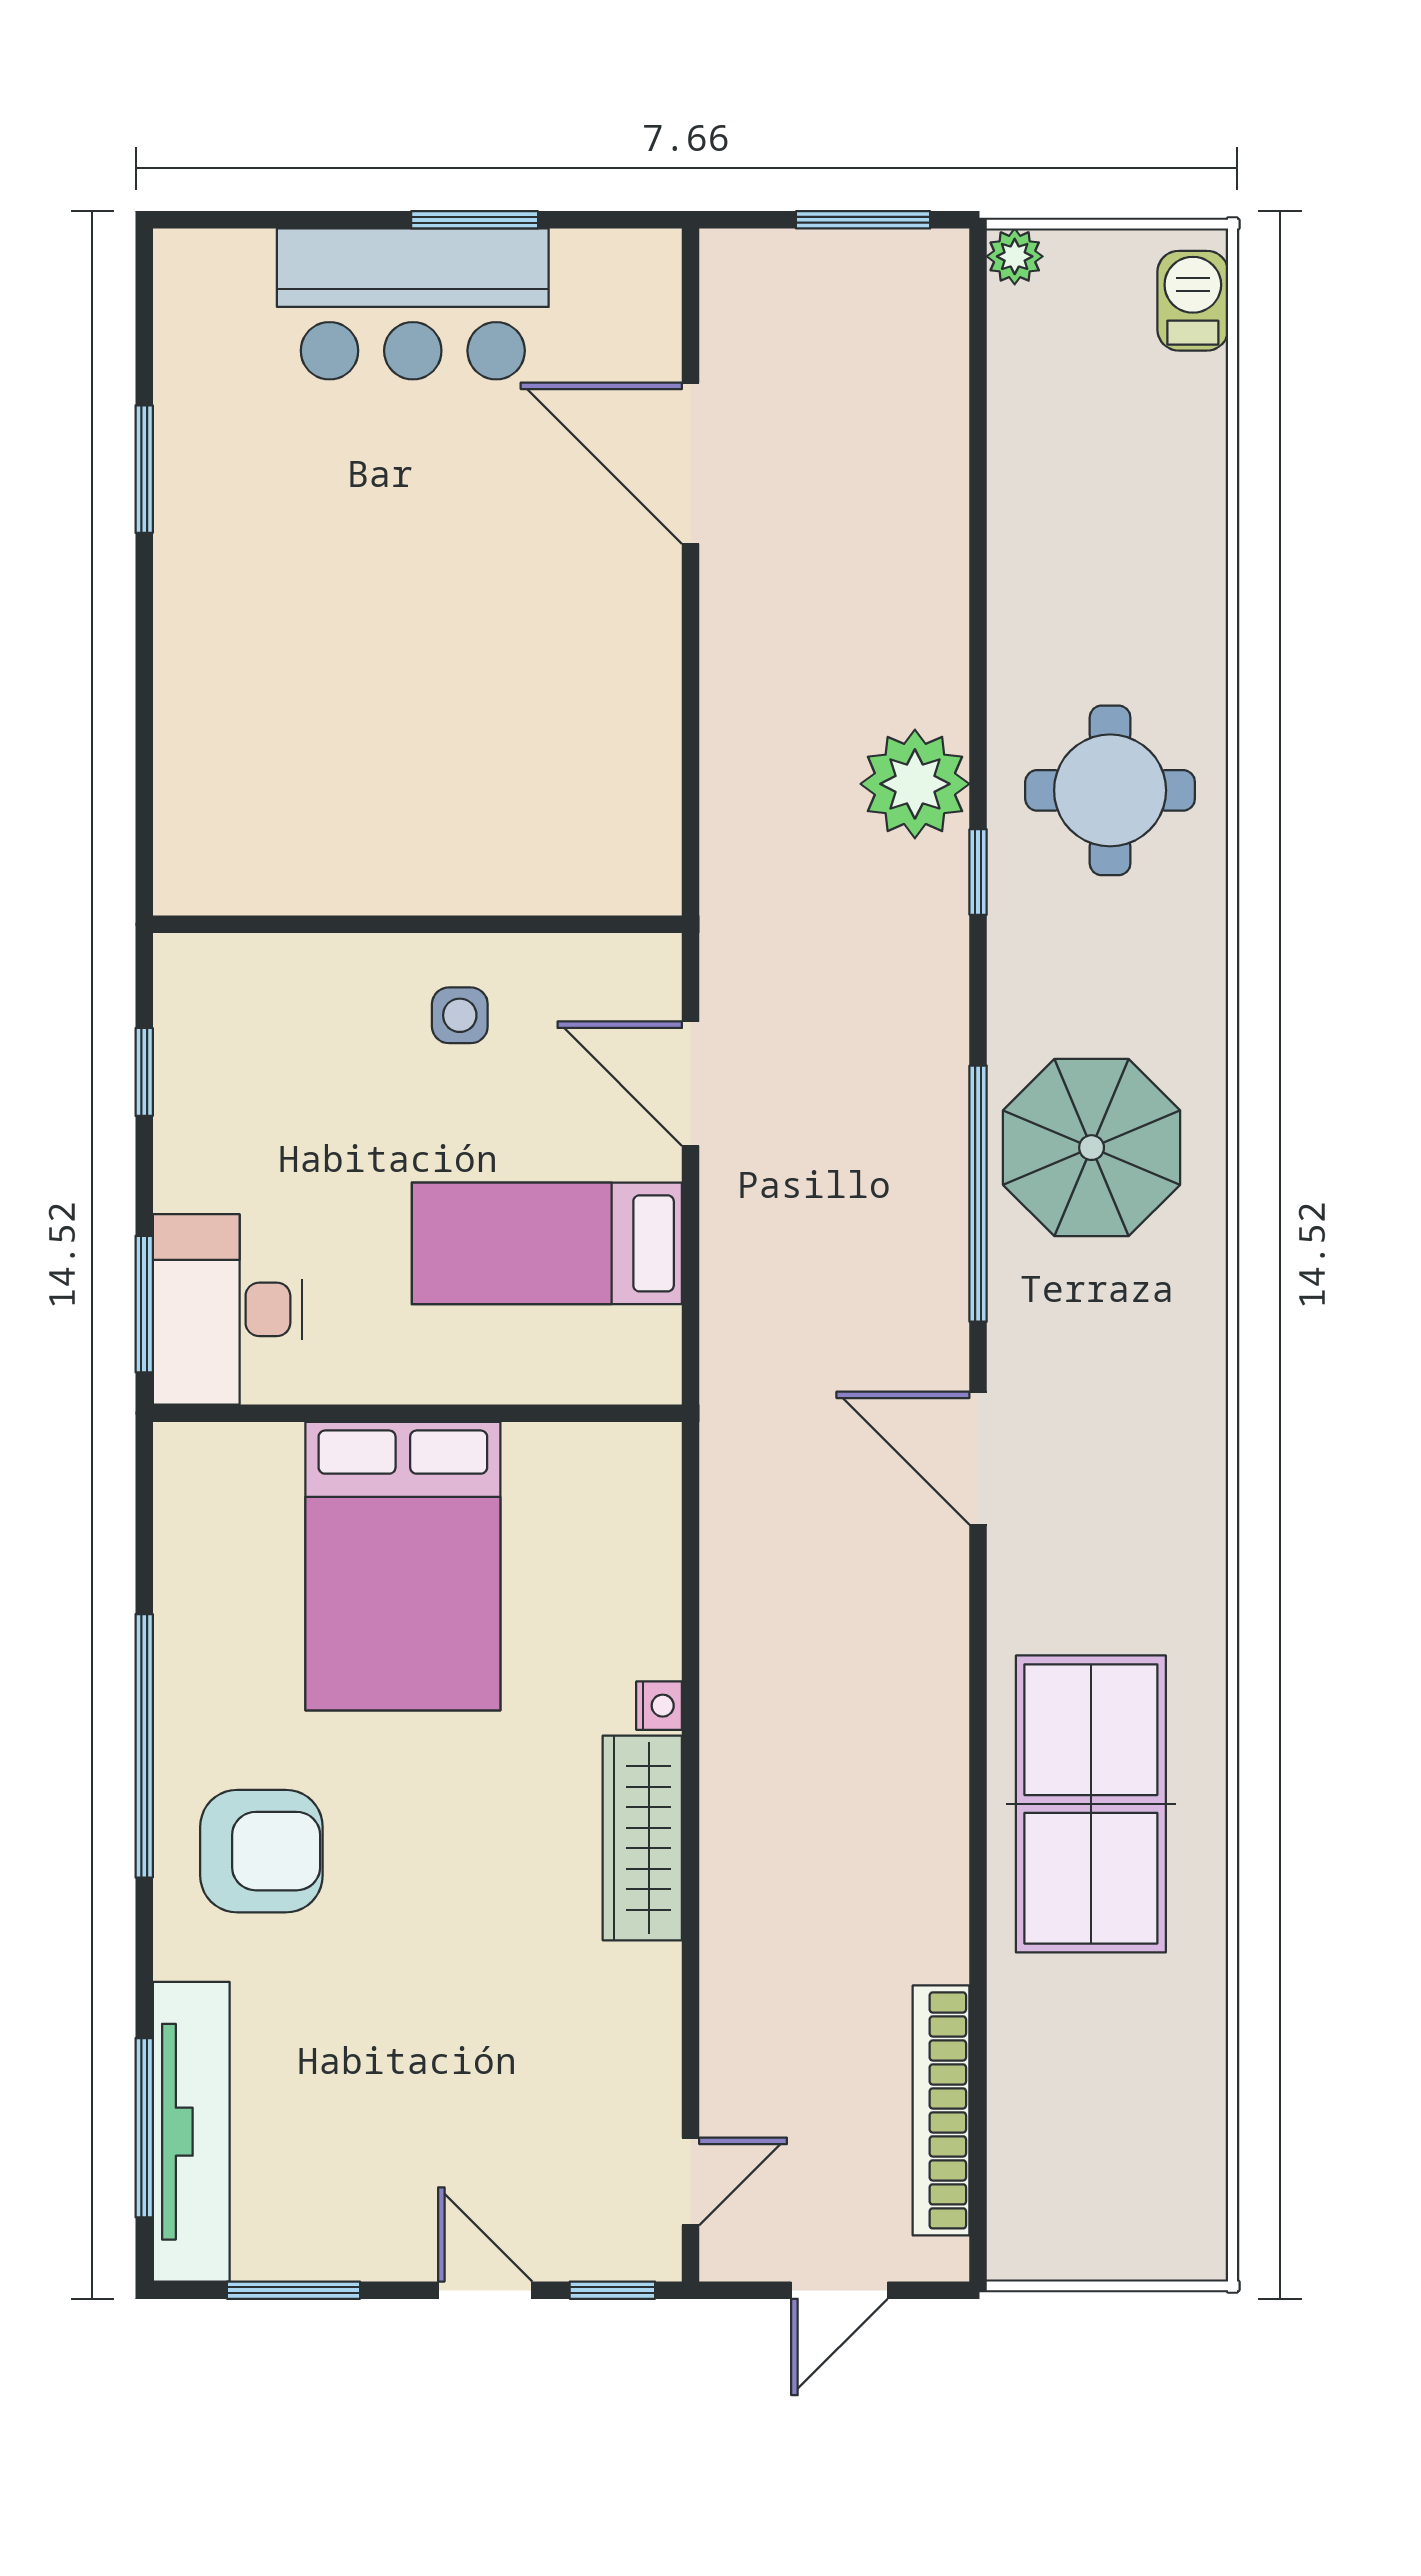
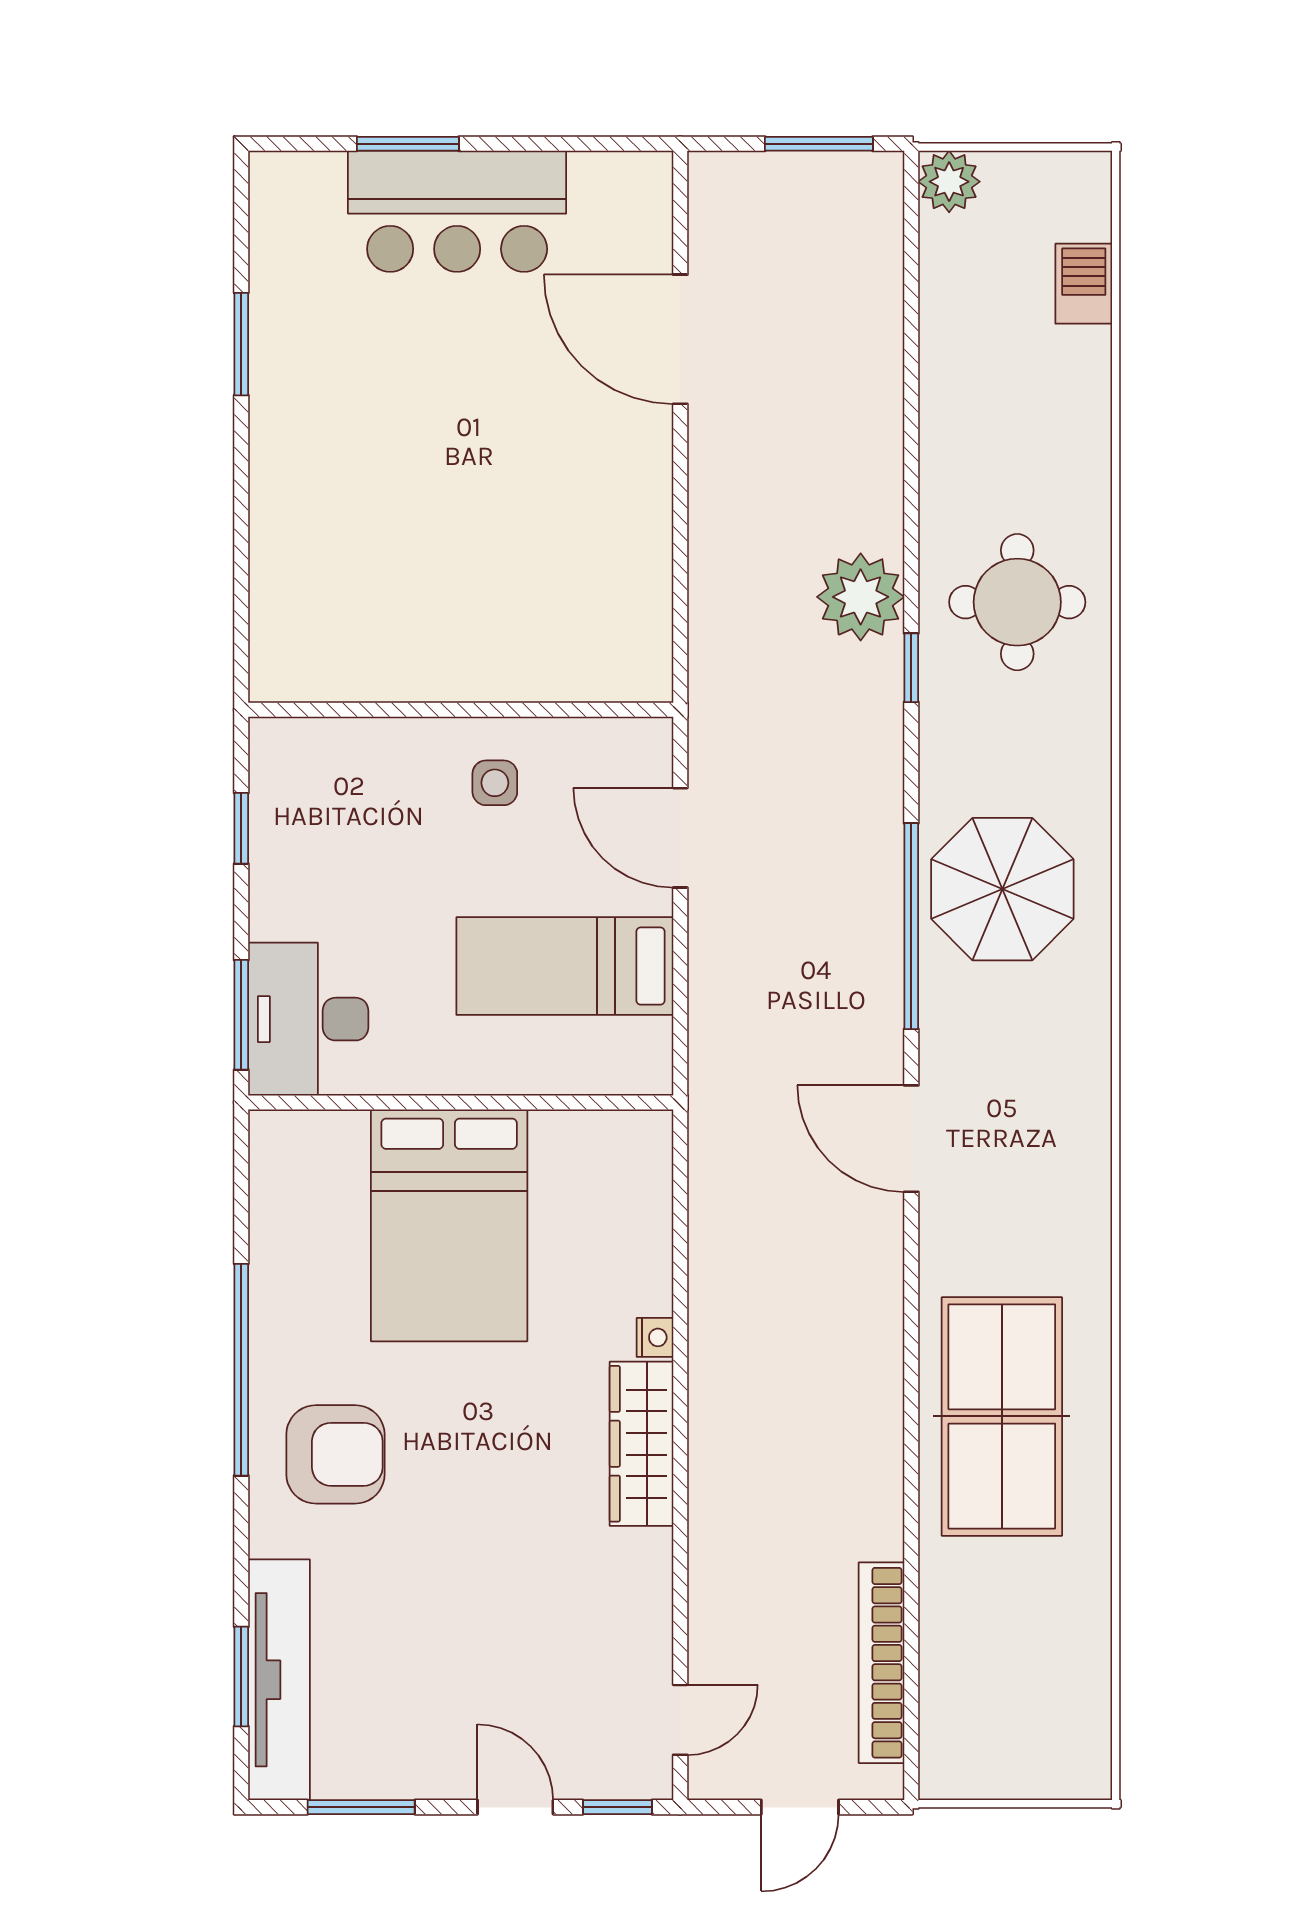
window: (475, 220) -> (408, 144), moved
plant: (1015, 256) -> (949, 182), width x1.38, depth x1.38
barbecue: (1193, 301) -> (1084, 284), moved
window: (144, 2128) -> (241, 1677), width x0.69

